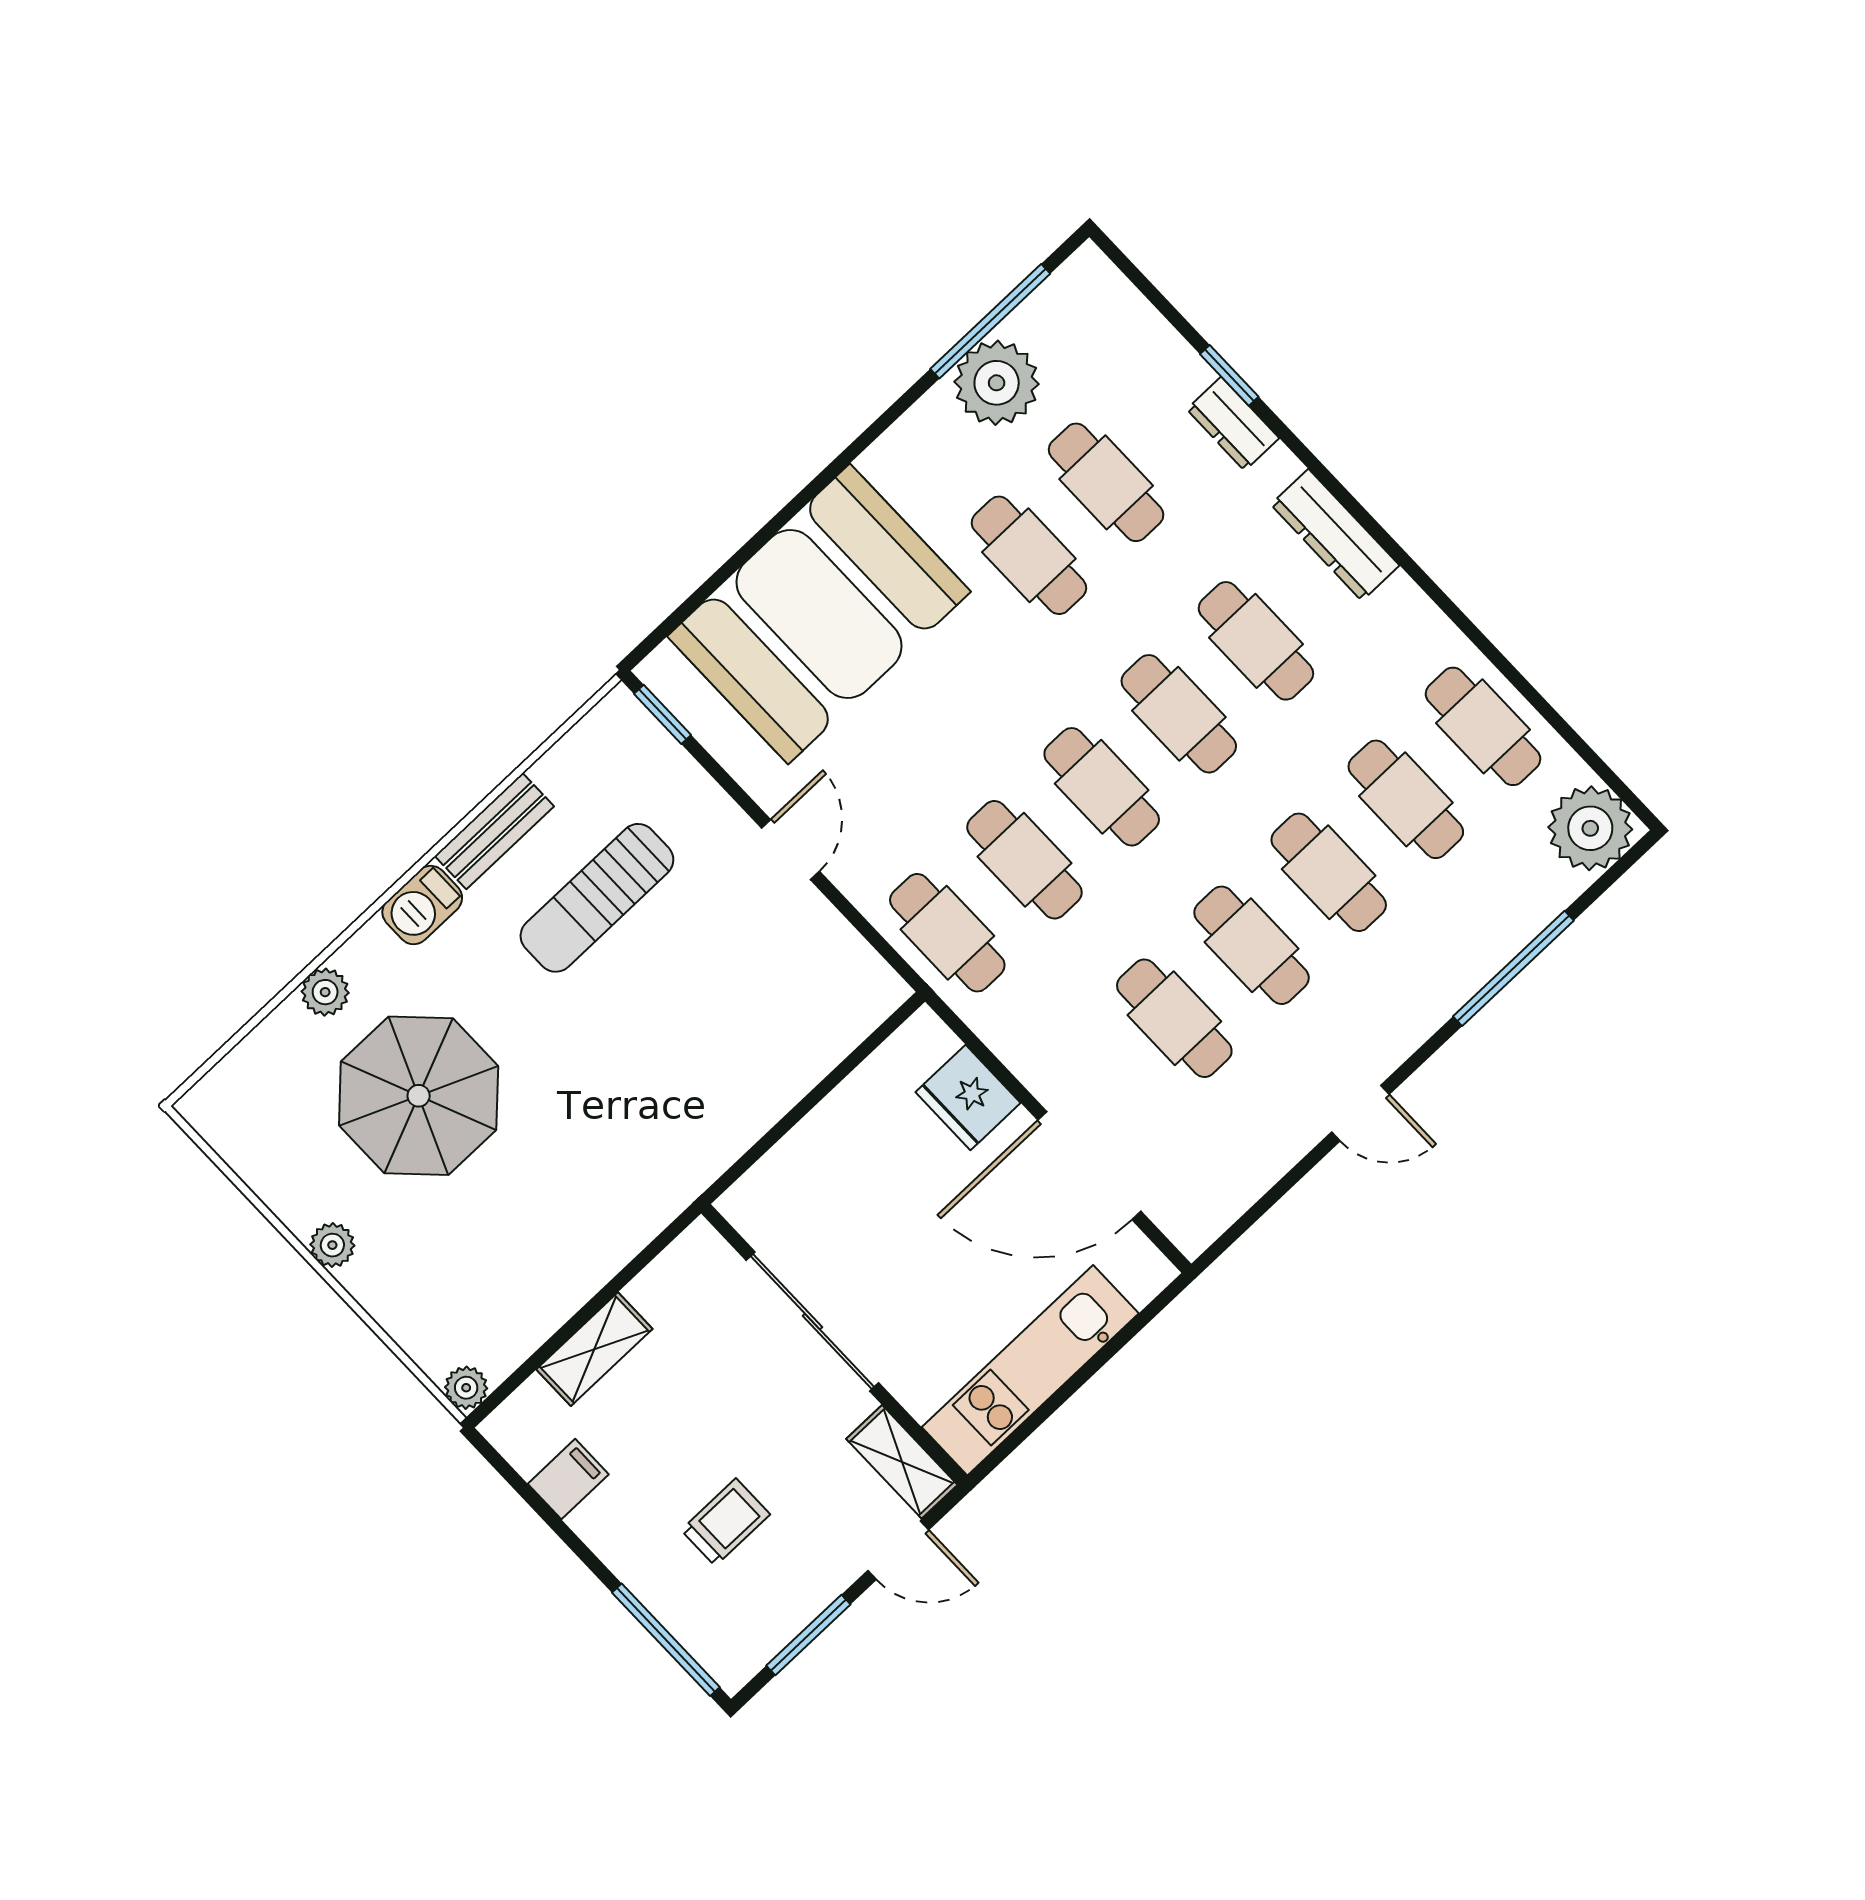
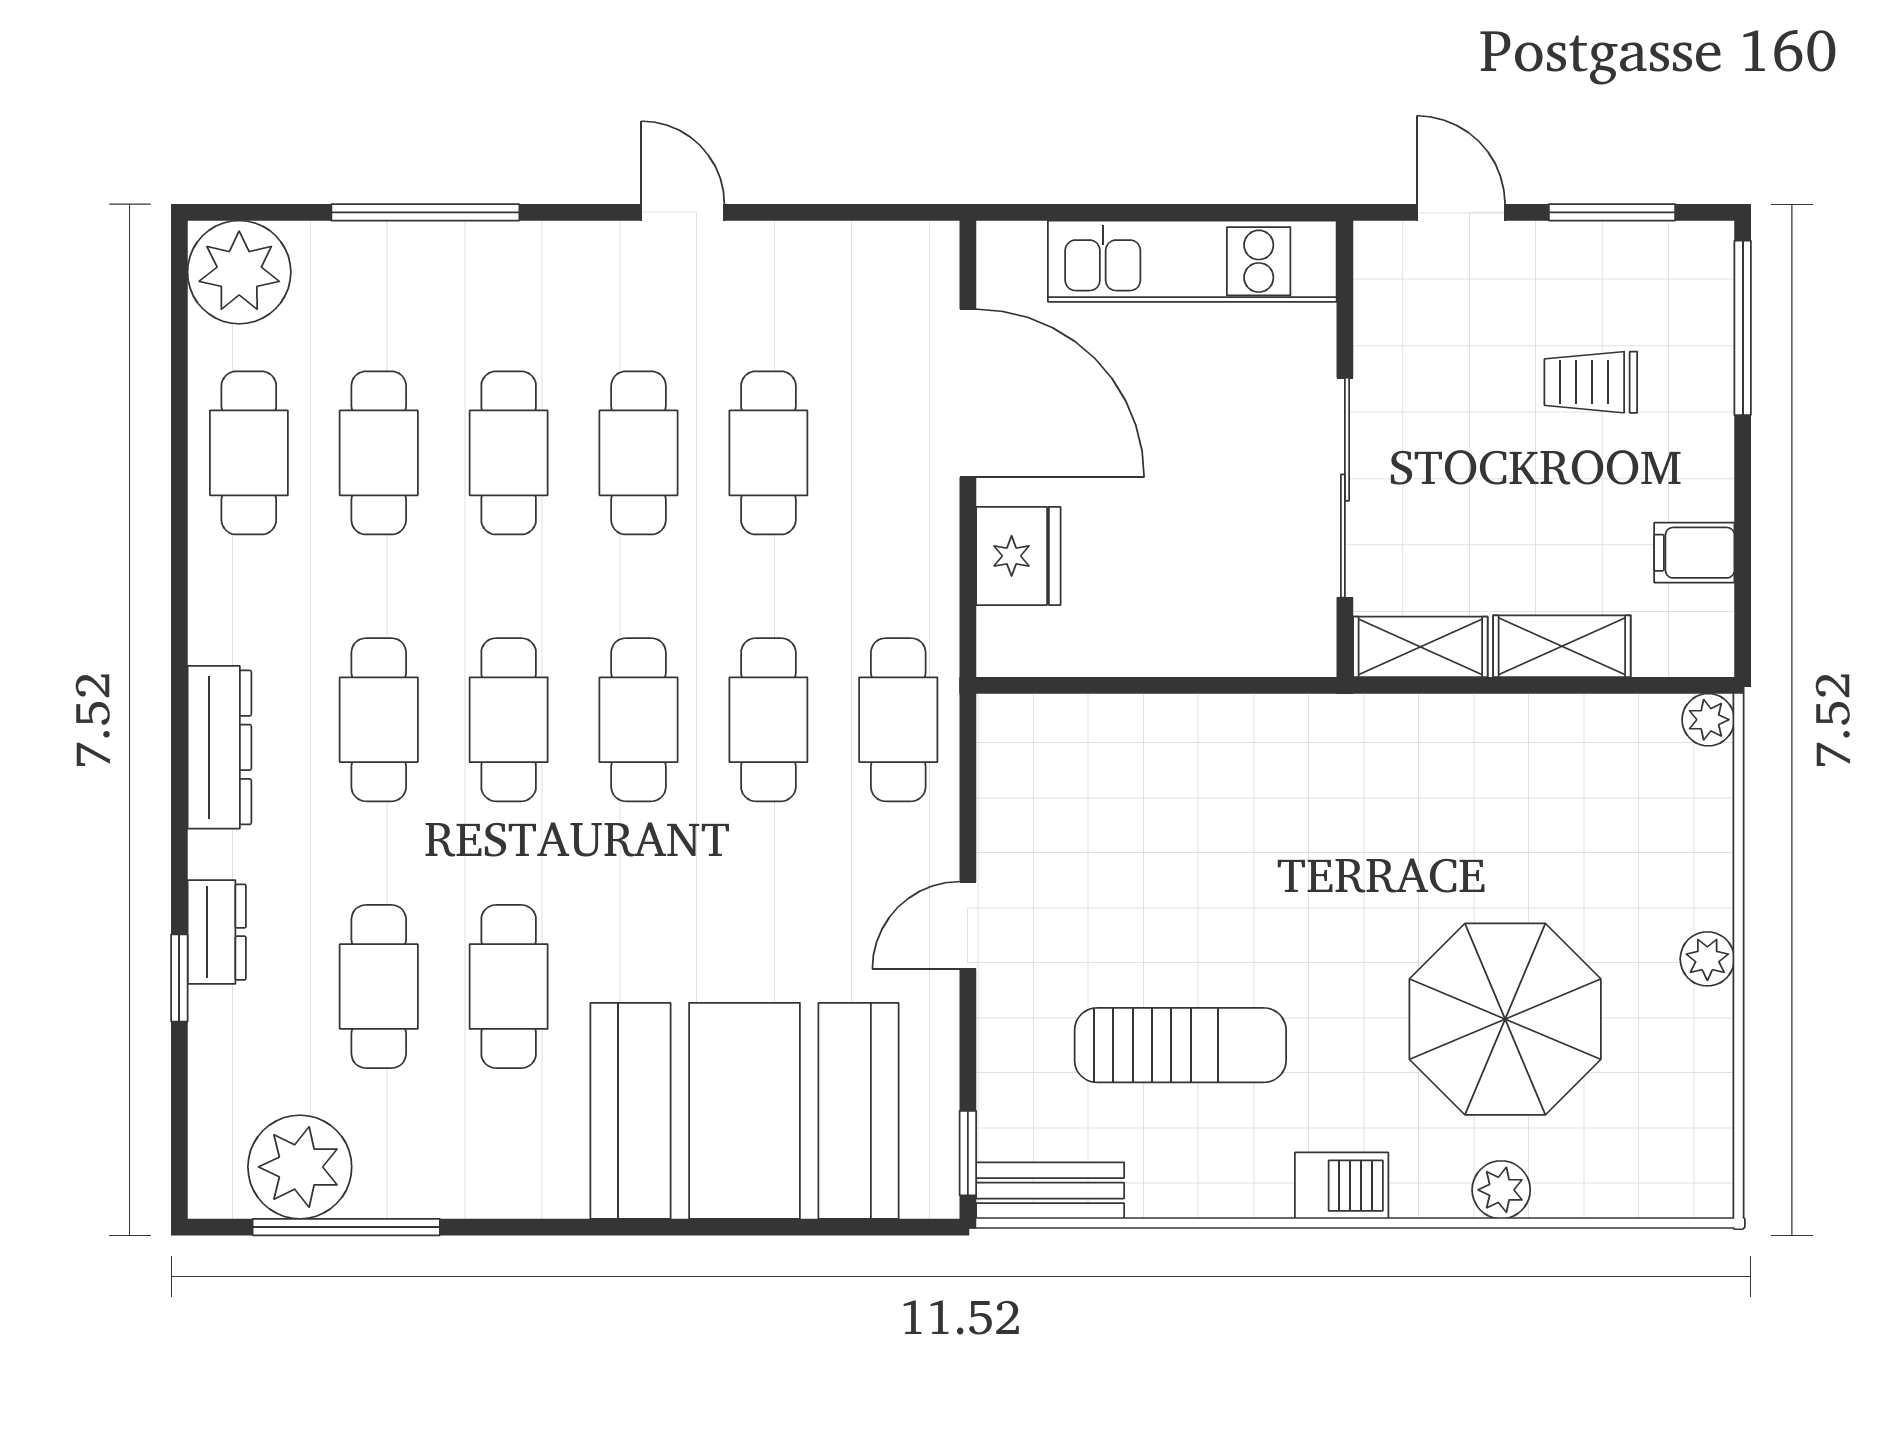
plant: (997, 383) -> (300, 1167), moved
bench: (494, 831) -> (1050, 1191), moved
shelving: (902, 1462) -> (1420, 647), moved, turned 90

